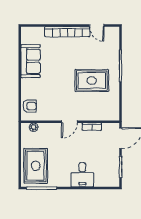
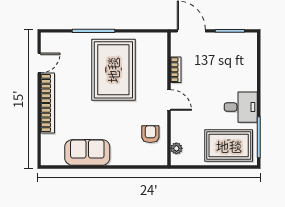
rug: (92, 81) -> (113, 70), width x1.37, depth x1.44
armchair: (30, 106) -> (150, 134), moved
desk: (82, 175) -> (241, 107), moved

